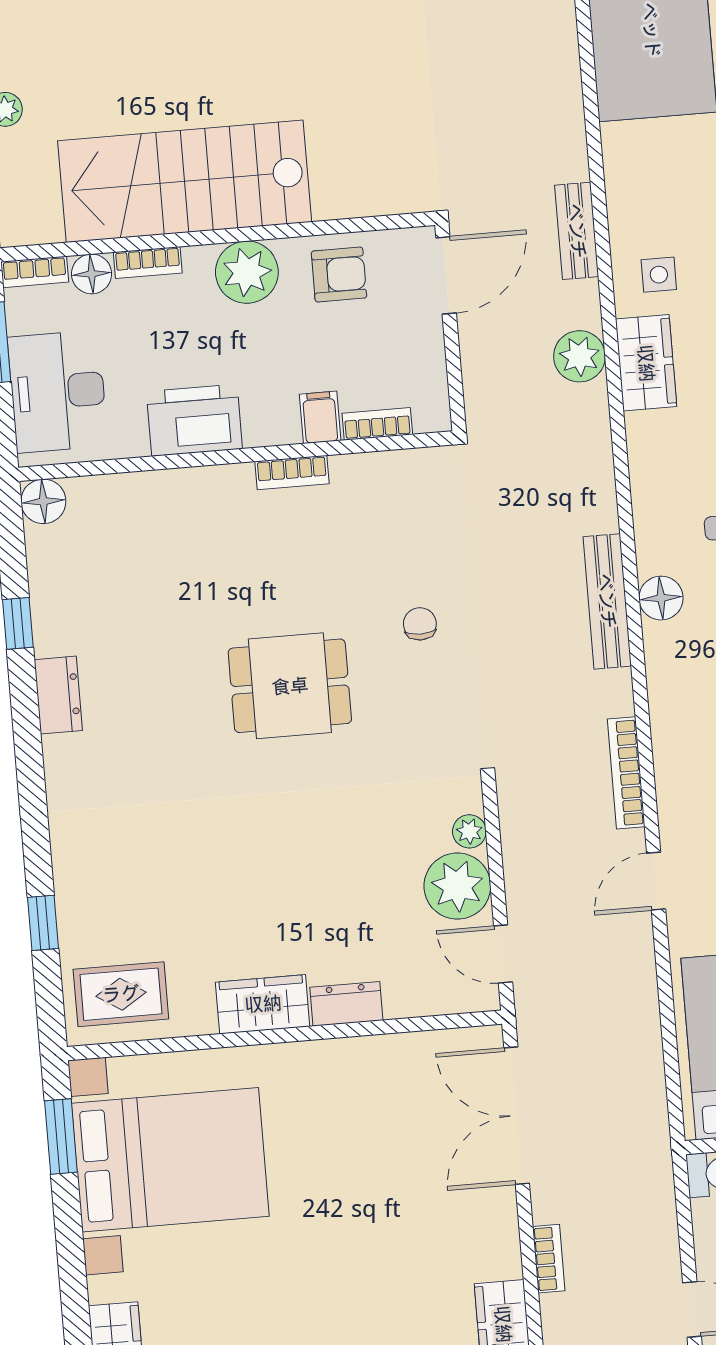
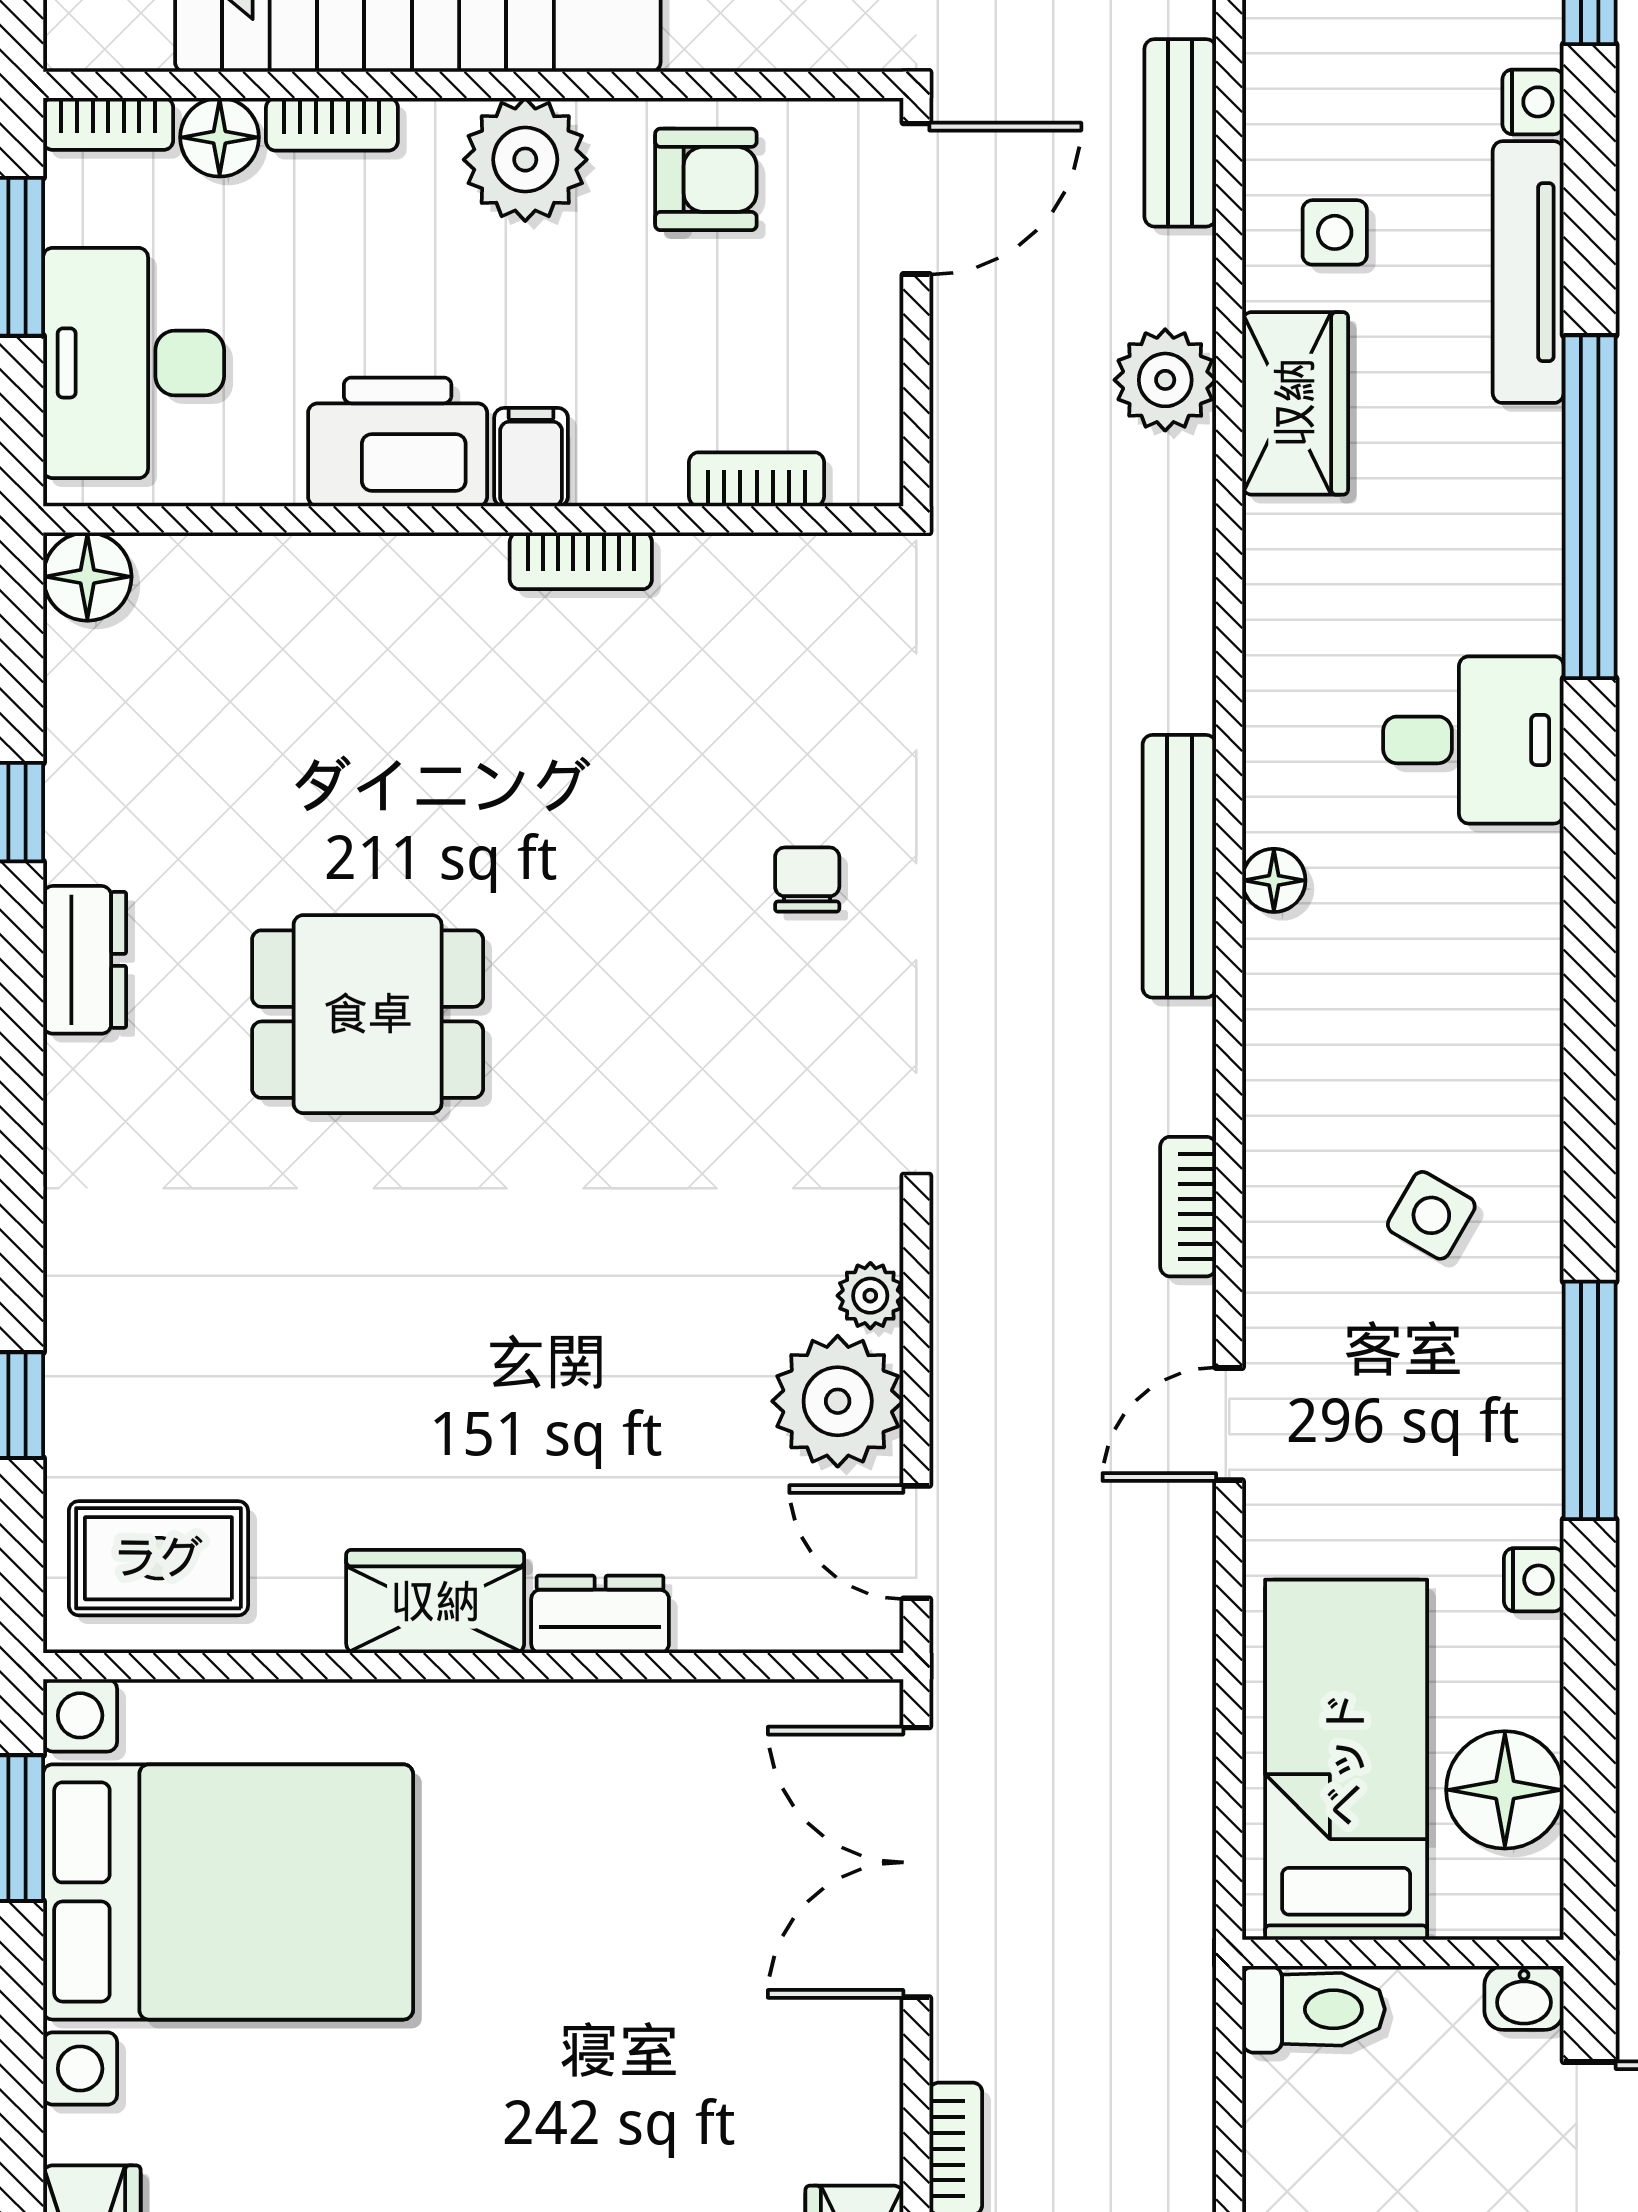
filing cabinet: (320, 417) -> (531, 457), moved
floor lamp: (661, 598) -> (1274, 880), width x0.73, depth x0.73
dining table: (290, 686) -> (368, 1014), moved
bookcase: (626, 773) -> (1188, 1207), width x0.64

